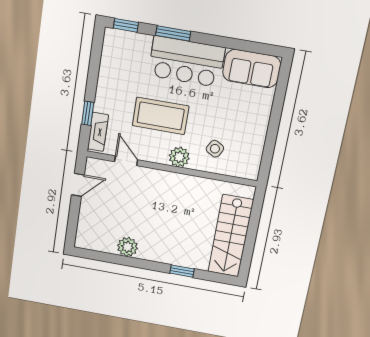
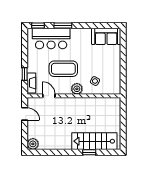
bar counter: (186, 62) -> (51, 38), moved
door: (78, 185) -> (25, 114), hinge flipped
stairs: (231, 236) -> (94, 141), moved, turned 90
plant: (127, 247) -> (33, 144), moved

